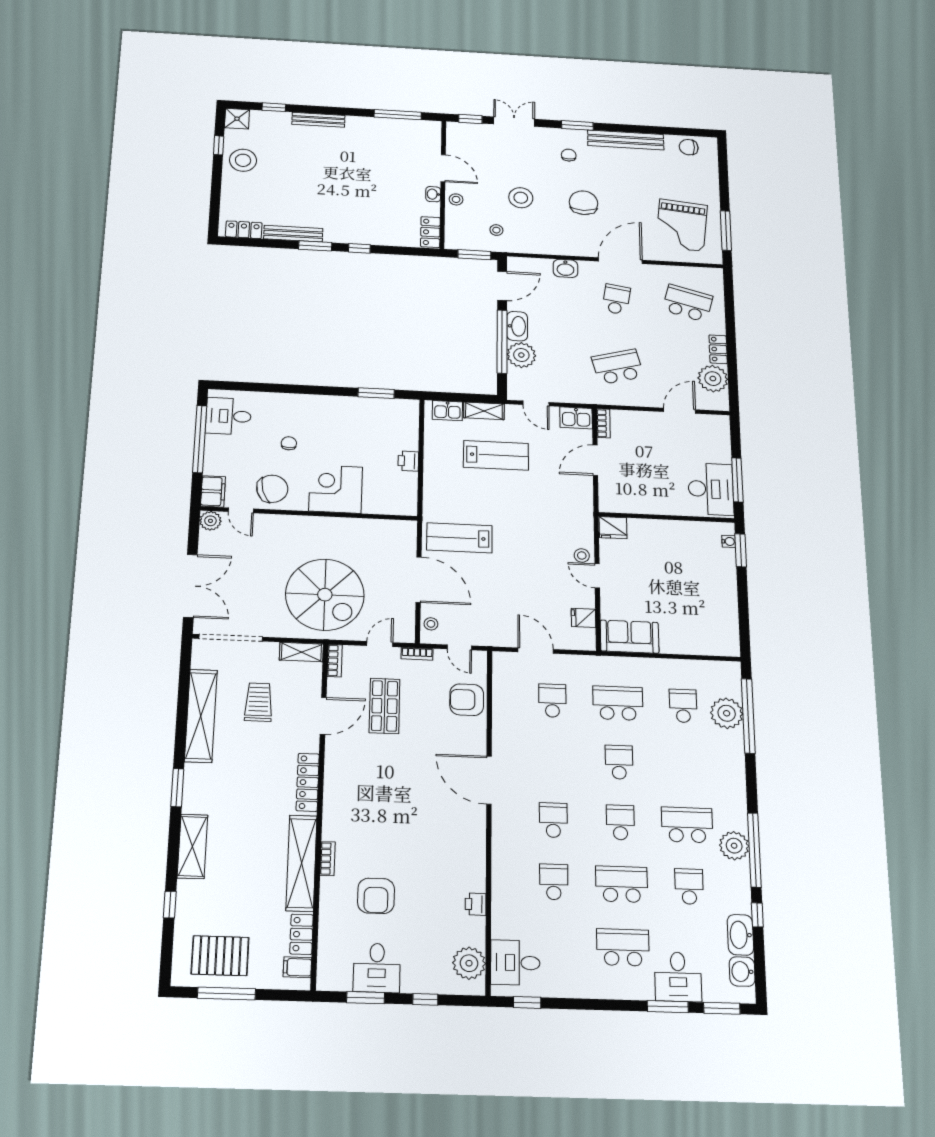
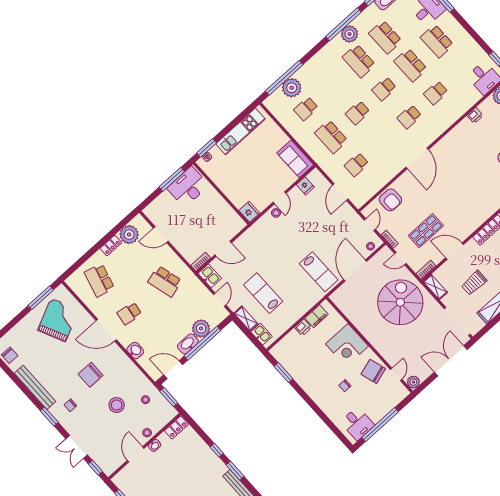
grand piano: (682, 225) -> (58, 320), turned -31
filing cabinet: (213, 491) -> (317, 316), moved, turned 180
kitchen unit: (725, 606) -> (240, 131), added
school desk: (689, 887) -> (385, 37), width x1.85

